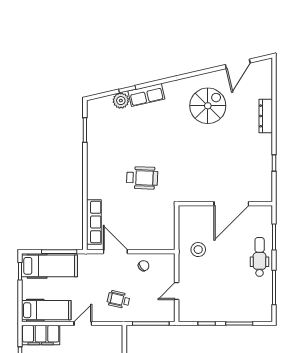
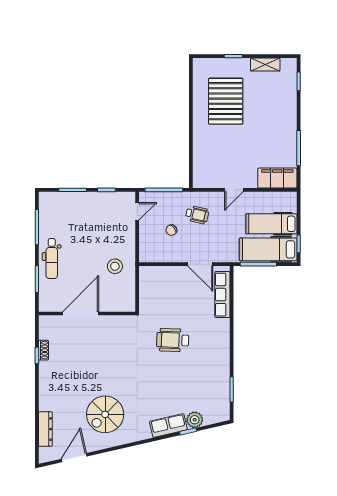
dresser: (266, 116) -> (45, 429), moved
shoe rack: (268, 168) -> (43, 350), added
chair: (144, 266) -> (171, 230), moved
door: (177, 291) -> (137, 211), moved
hospital bed: (46, 310) -> (271, 224), moved

